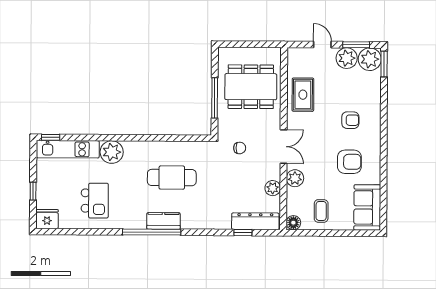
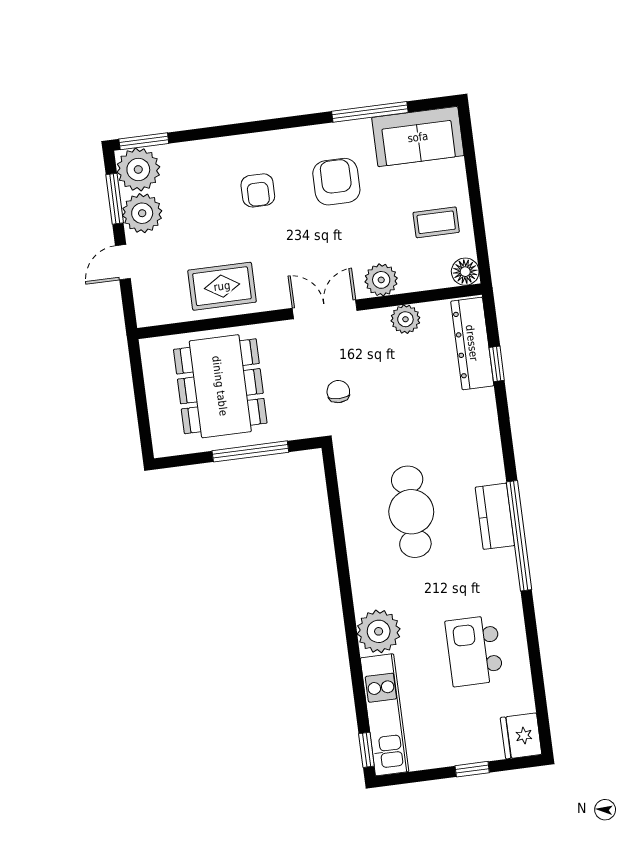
armchair: (350, 120) -> (258, 190), turned 180
window: (383, 184) -> (370, 112), added
kitchen island: (95, 201) -> (474, 651), turned -90

